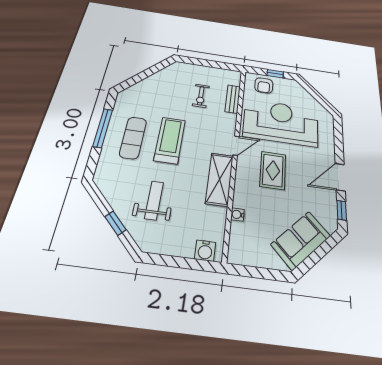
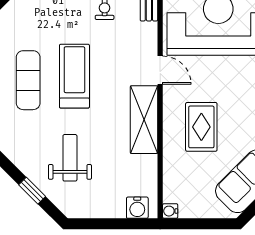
door: (236, 146) -> (160, 70), hinge flipped
rug: (273, 170) -> (201, 127), moved
water cooler: (237, 215) -> (170, 211), moved

